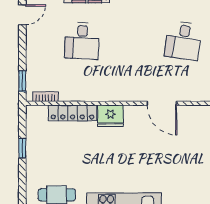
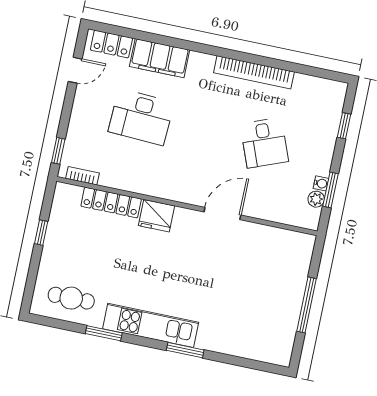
desk: (82, 41) -> (141, 117), width x1.37
desk: (183, 41) -> (264, 143), turned -30
door: (162, 103) -> (222, 214), swing flipped

